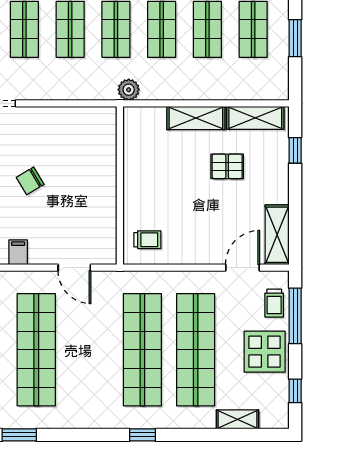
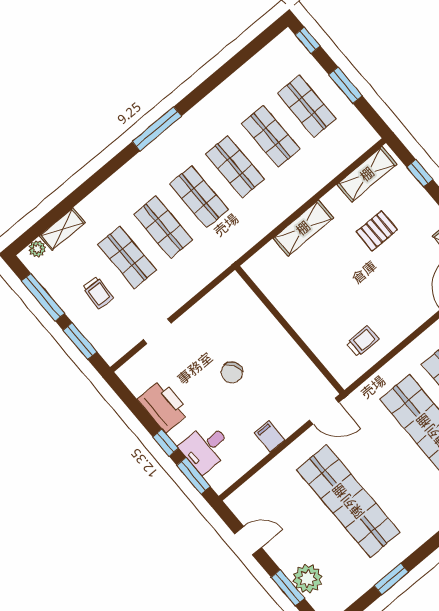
plant: (129, 90) -> (249, 236), removed
shelving: (196, 118) -> (303, 228), moved
wall: (120, 186) -> (290, 330), moved

